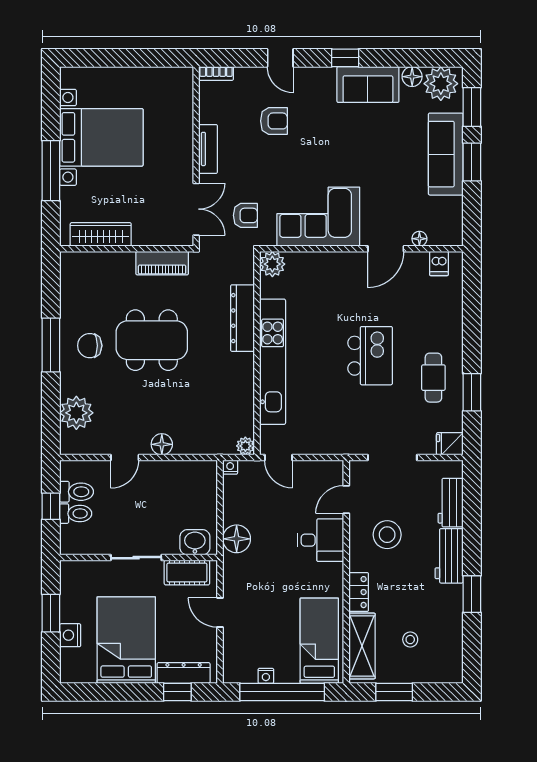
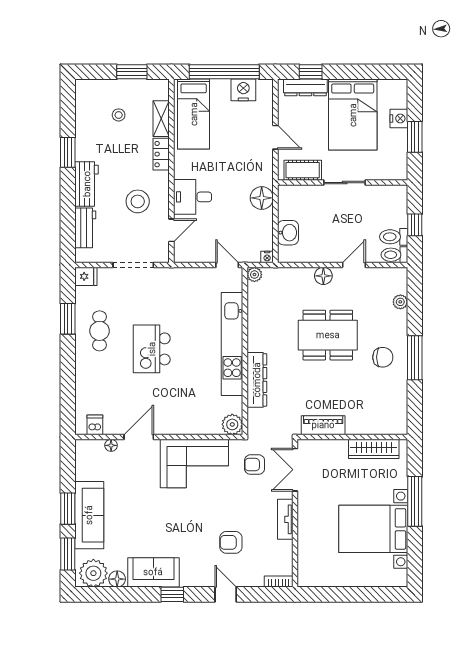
dining table: (152, 340) -> (328, 335), moved
plant: (76, 413) -> (400, 302), width x0.53, depth x0.53
toilet: (76, 514) -> (394, 255), moved
washbasin: (195, 542) -> (288, 233), moved, turned -90
shelving: (362, 646) -> (161, 119), width x0.67, depth x0.75
nightstand: (266, 676) -> (243, 90), width x1.89, depth x1.79

